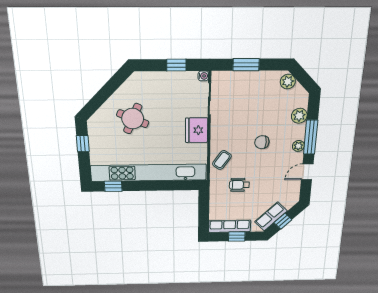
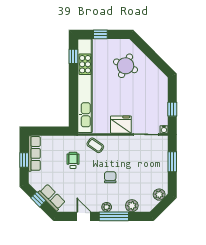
round table: (133, 119) -> (126, 66), moved
window: (83, 144) -> (100, 34), moved
row of seats: (271, 216) -> (52, 197), moved

